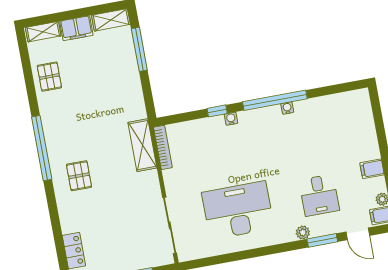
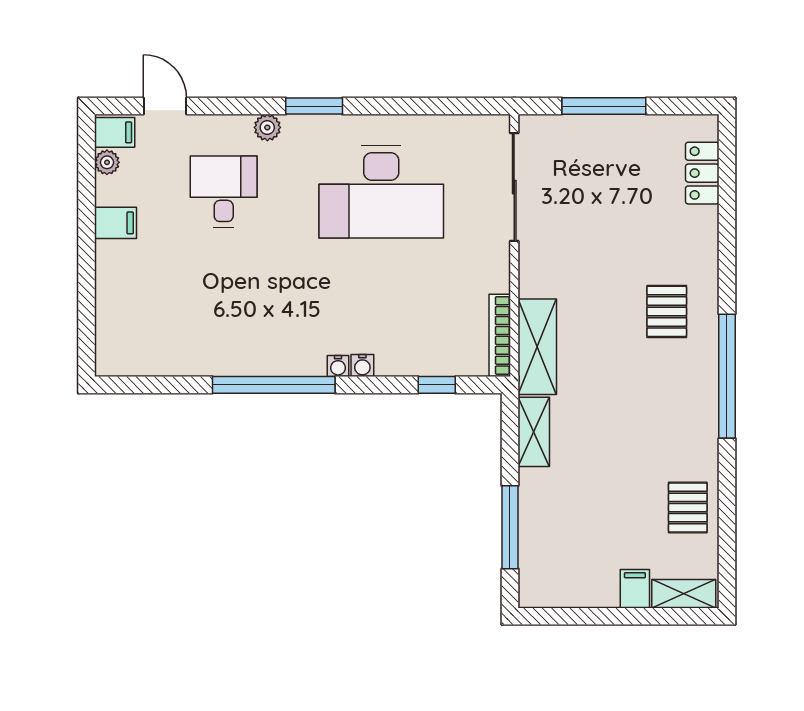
shelving: (111, 20) -> (534, 432), moved, turned 90
filing cabinet: (76, 28) -> (635, 589), width x0.50
water cooler: (287, 108) -> (338, 366), moved
window: (217, 111) -> (437, 385), moved
window: (322, 240) -> (314, 106), moved

